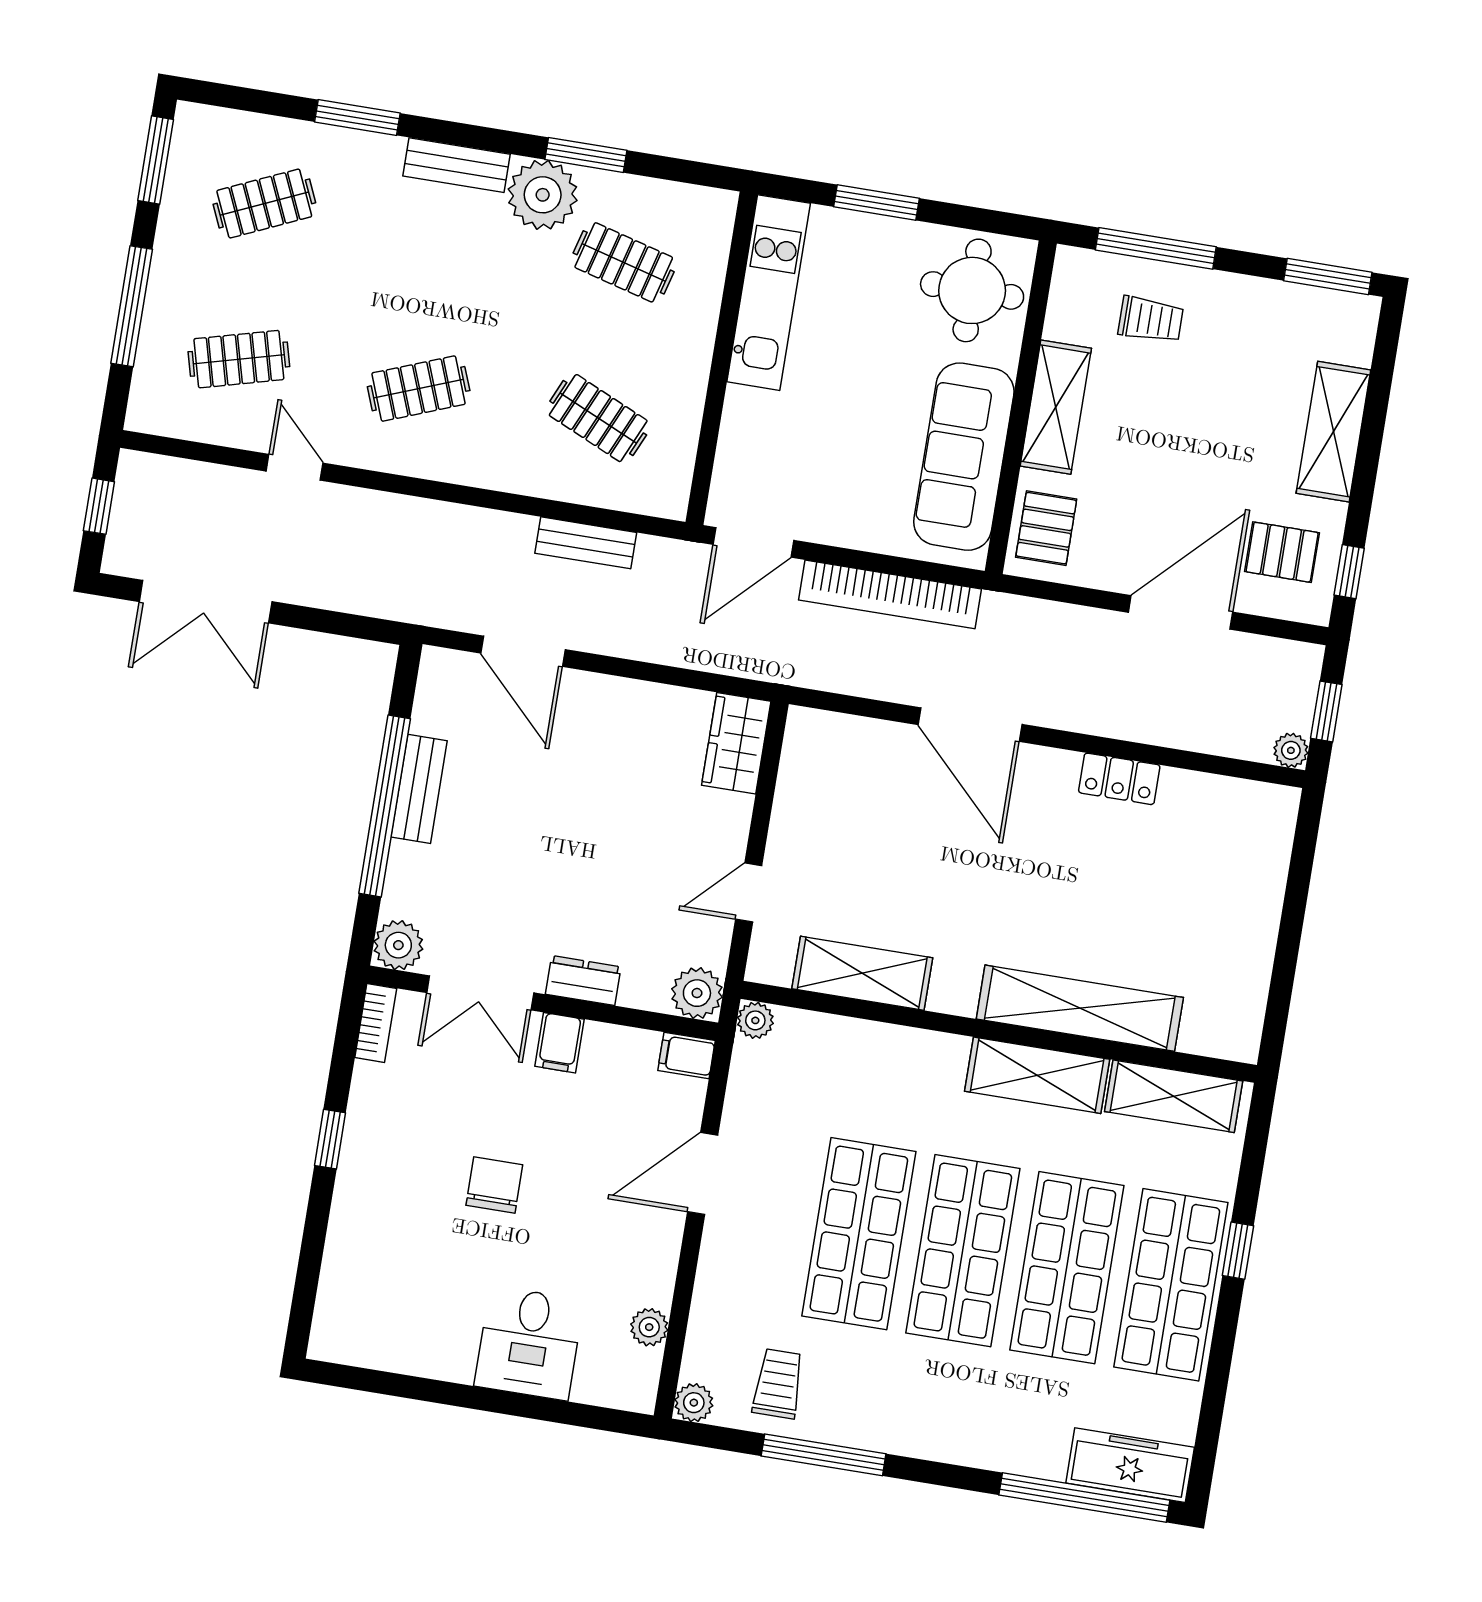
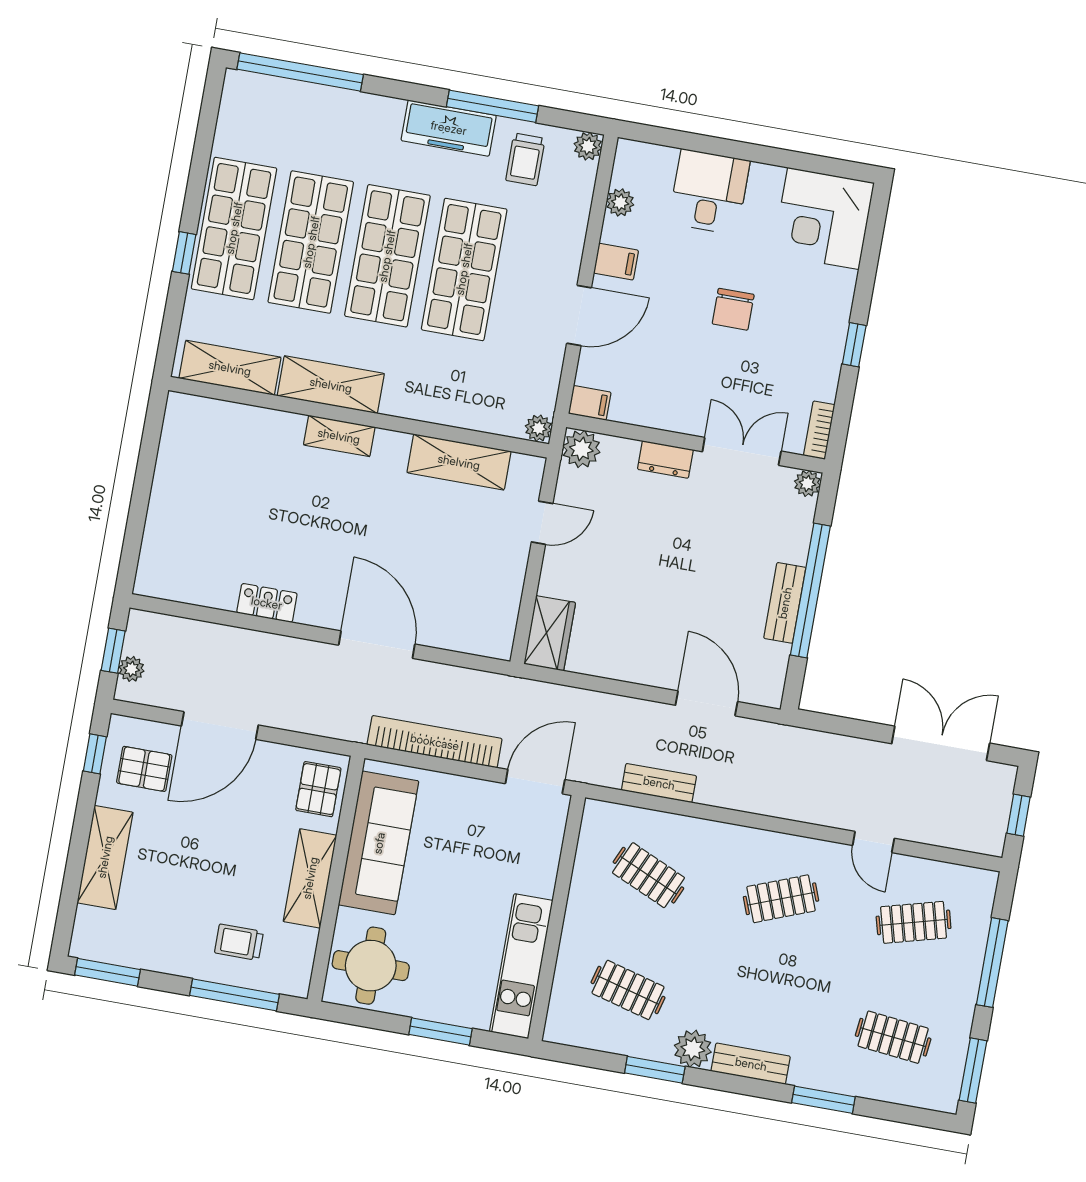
plant: (543, 195) -> (693, 1049), width x0.73, depth x0.73
clothes rail: (264, 204) -> (893, 1037), turned 30
plant: (1291, 750) -> (131, 669), moved
plant: (398, 945) -> (807, 483), width x0.73, depth x0.73
shelving: (1080, 1008) -> (339, 436), width x0.45, depth x0.75
filing cabinet: (559, 1043) -> (616, 262), moved, turned 90
corner desk: (374, 1309) -> (823, 219), added
freezer: (1130, 1465) -> (449, 128), moved

